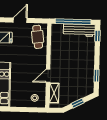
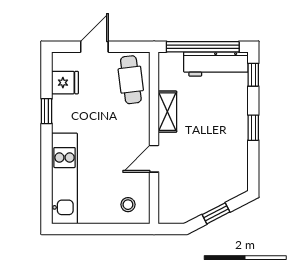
window: (97, 76) -> (253, 128), moved
shelving: (54, 93) -> (167, 112), moved

